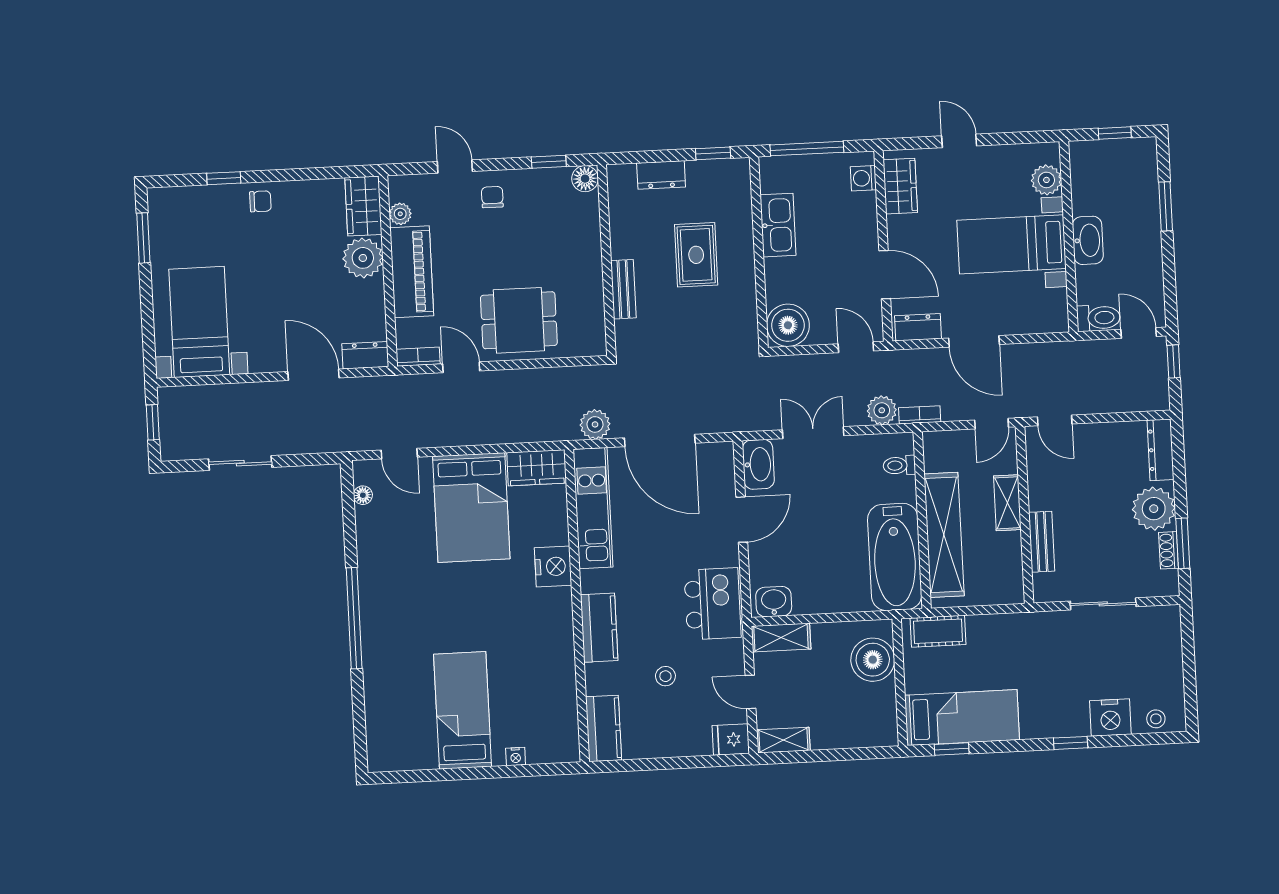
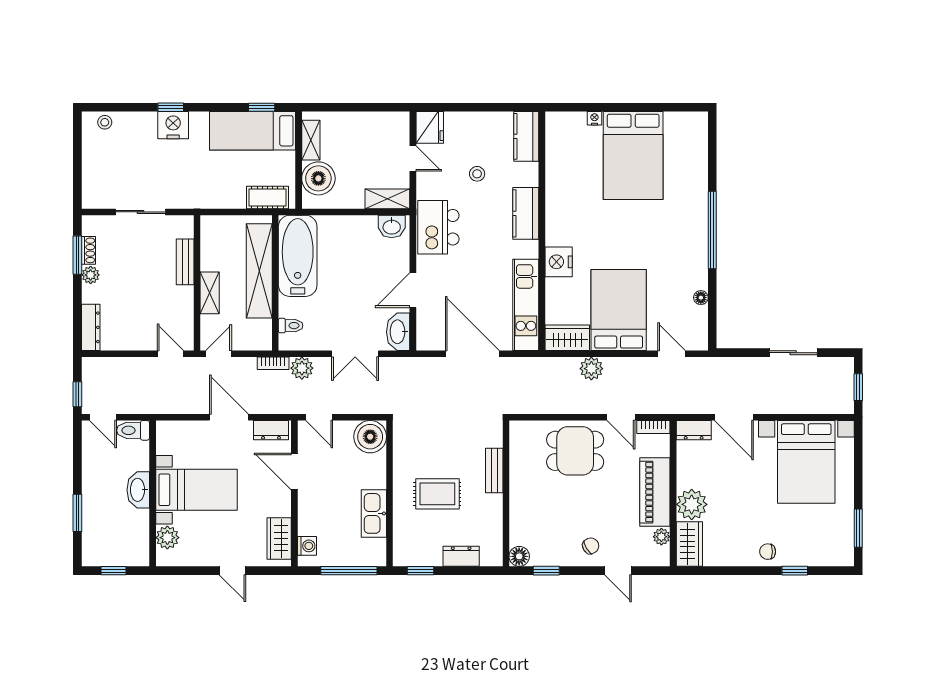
chair: (492, 197) -> (591, 546), turned -121
rug: (696, 255) -> (437, 494), turned 90
bed with nightstands: (199, 322) -> (806, 462), width x1.36
plant: (595, 424) -> (591, 369), moved
floor lamp: (363, 495) -> (701, 298), moved
plant: (1154, 509) -> (91, 275), width x0.53, depth x0.53
bed: (463, 710) -> (633, 156), width x1.50
nightstand: (1110, 717) -> (173, 125), moved
fridge: (731, 740) -> (430, 127), width x1.38
shelving: (783, 740) -> (311, 140), moved, turned 90

